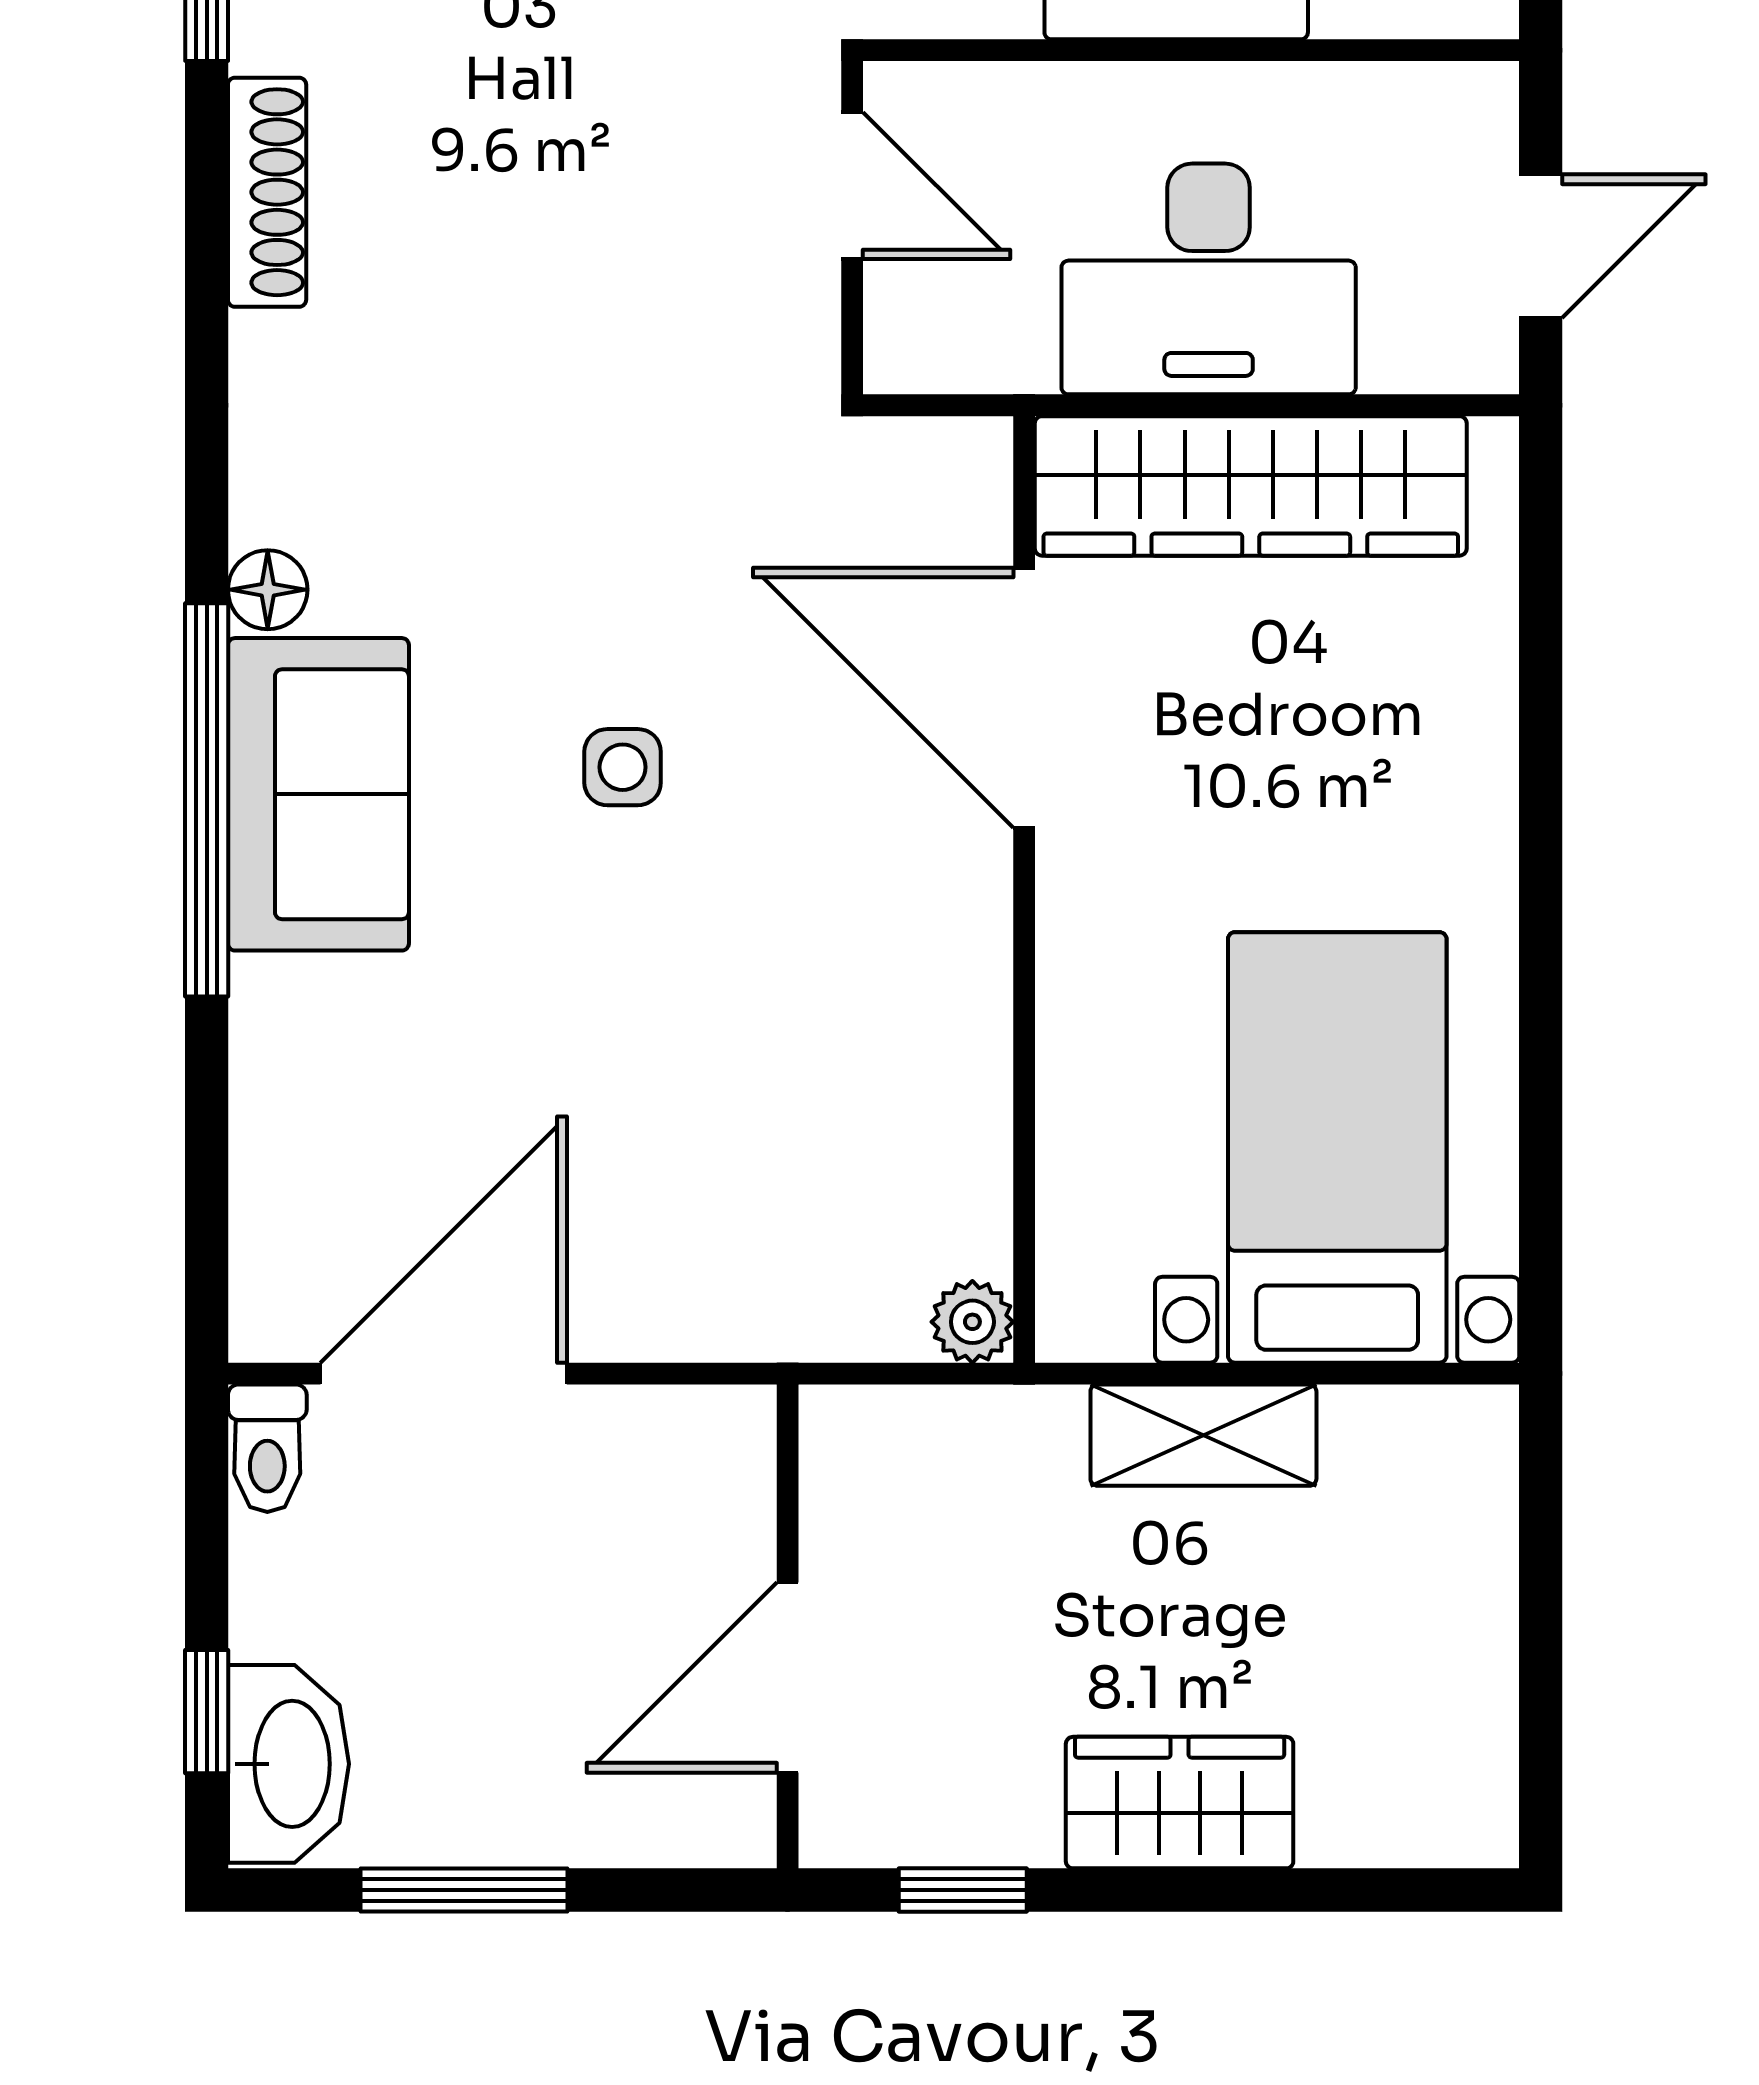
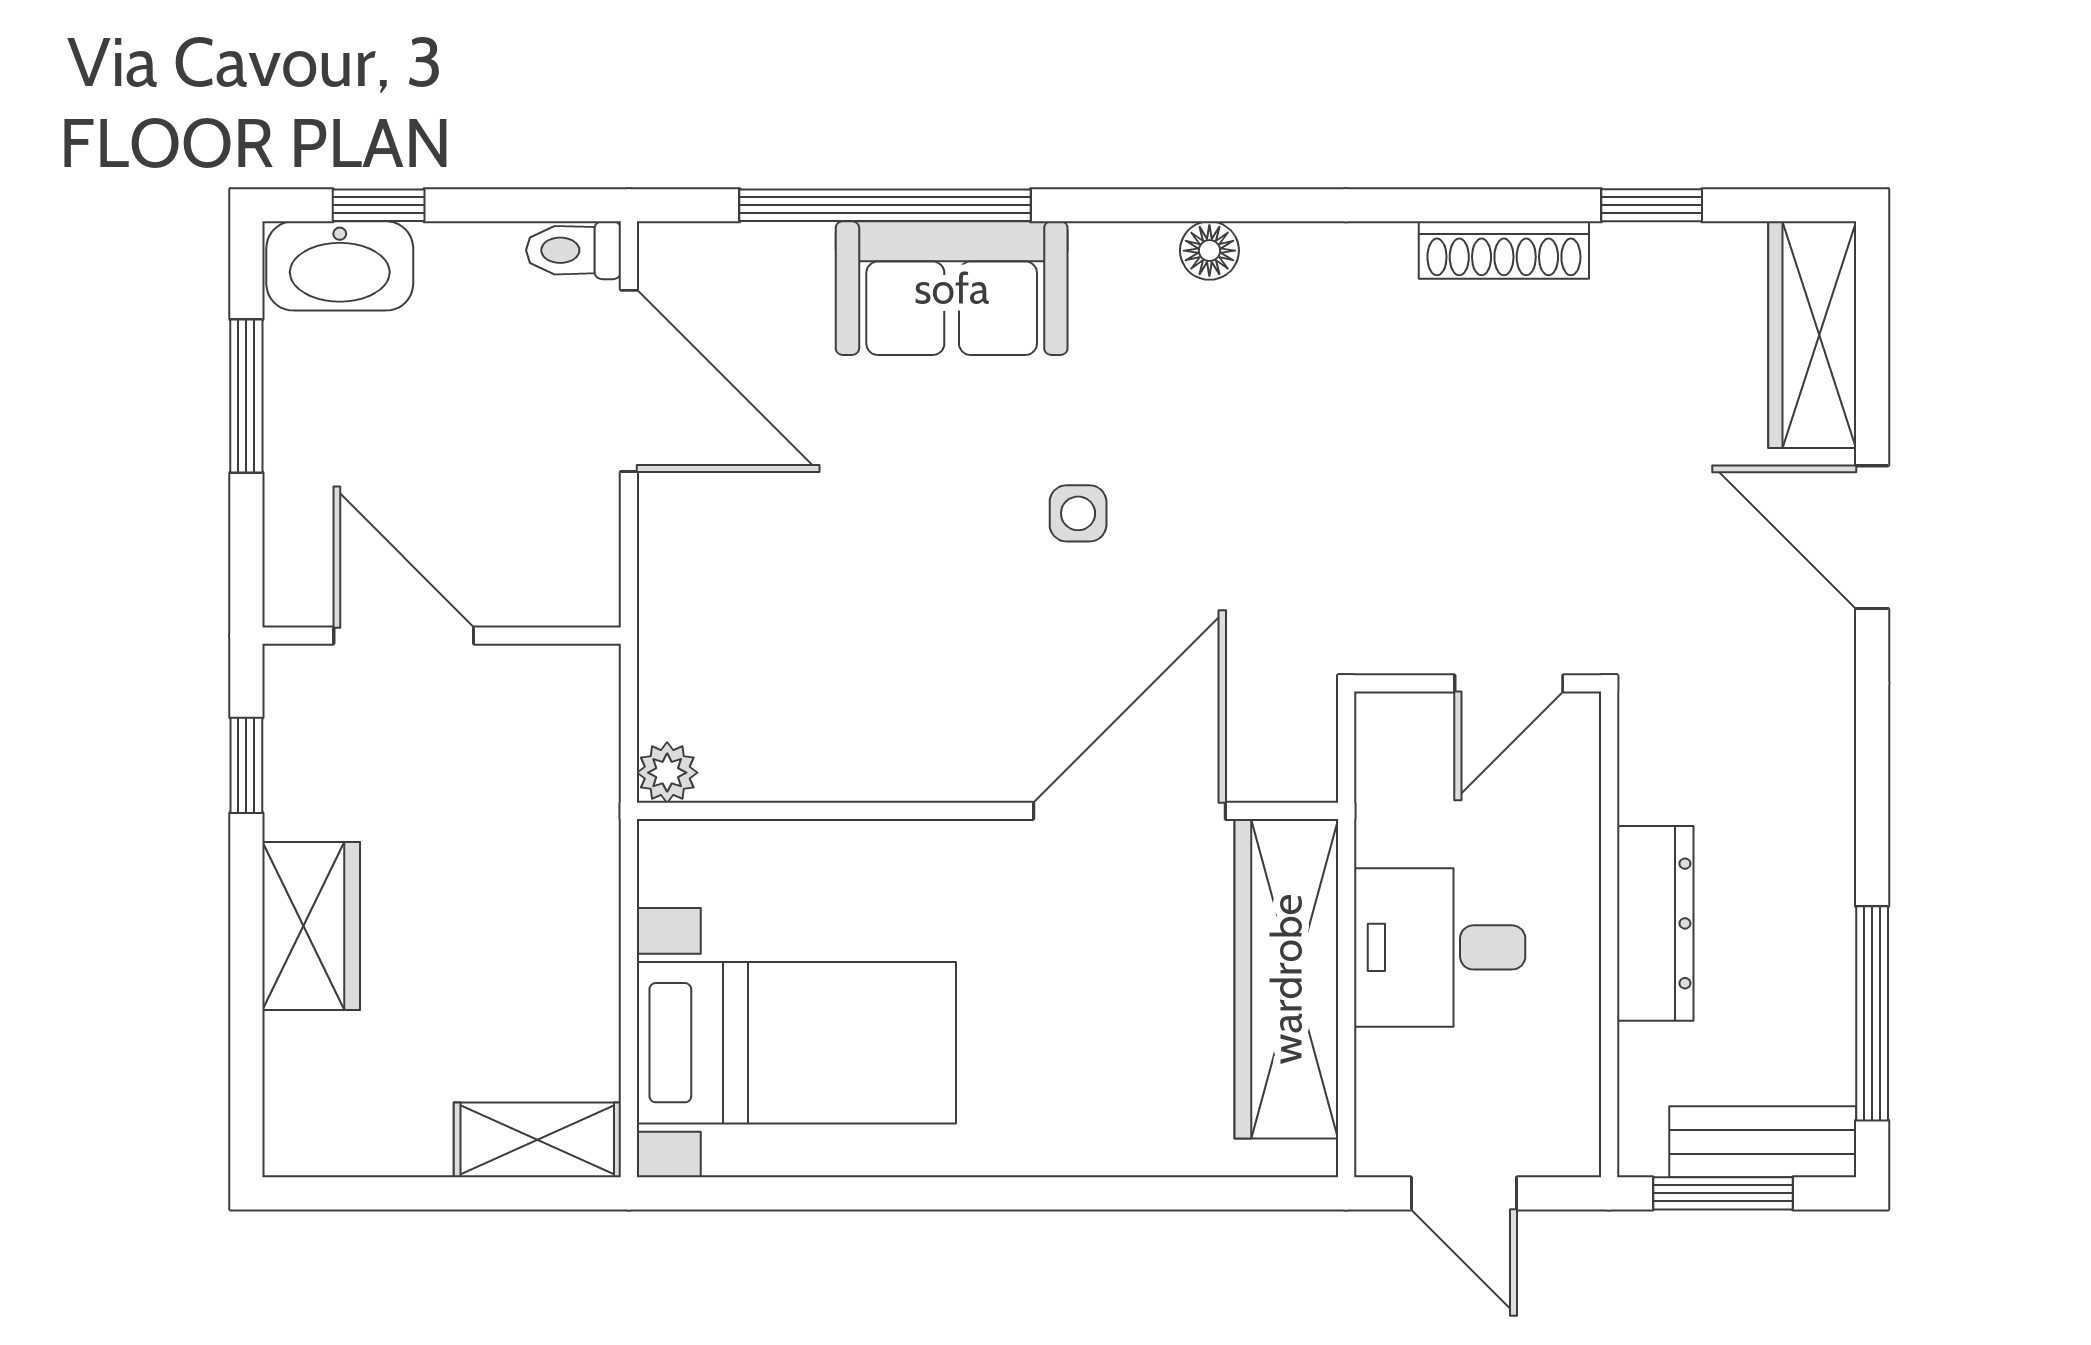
desk: (1209, 279) -> (1440, 947), width x0.73
sofa: (318, 794) -> (952, 288), moved
window: (207, 800) -> (885, 205), moved
shelving: (1203, 1435) -> (537, 1140), moved, turned 90

